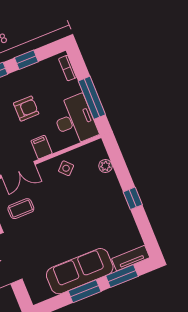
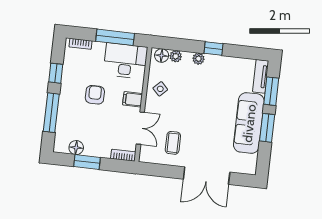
floor lamp: (99, 152) -> (162, 56), added
plant: (115, 189) -> (198, 59), added

